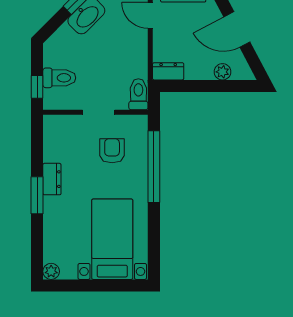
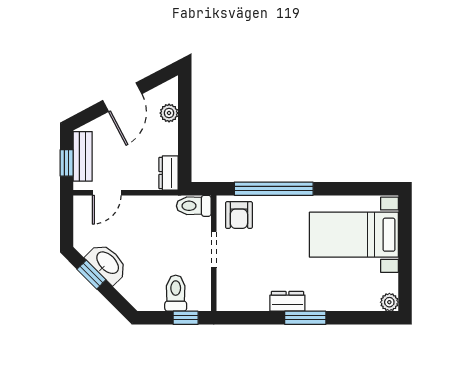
armchair: (112, 151) -> (239, 215), moved, turned -90

